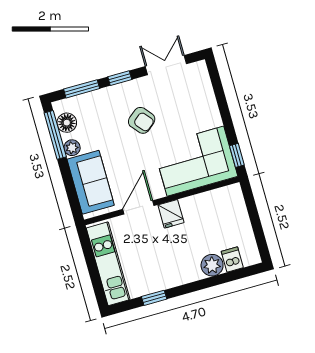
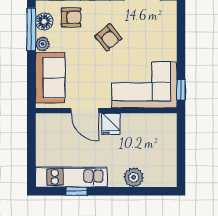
armchair: (95, 110) -> (71, 17), added
door: (138, 207) -> (85, 111), swing flipped
dishwasher: (232, 260) -> (152, 177), removed
kitchen unit: (108, 264) -> (71, 177), moved, turned -90

